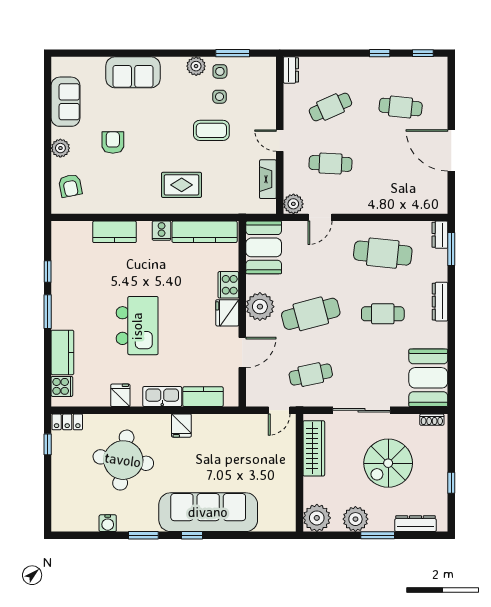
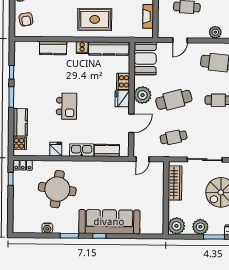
rug: (182, 185) -> (95, 19), width x1.36, depth x1.43
plant: (293, 204) -> (215, 32), moved
kitchen island: (137, 326) -> (67, 106), width x0.73, depth x0.78
door: (279, 410) -> (143, 159), moved
fridge: (181, 426) -> (93, 168), removed

